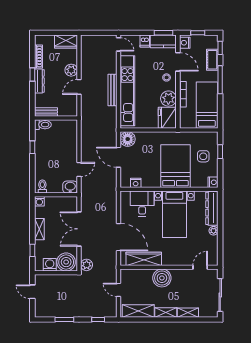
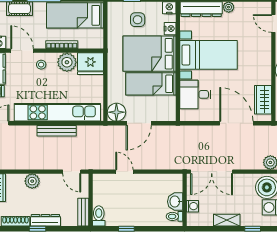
door: (178, 62) -> (22, 51), hinge flipped
door: (79, 87) -> (72, 172), moved
bed: (151, 167) -> (151, 84), added
door: (79, 170) -> (124, 172), moved
nightstand: (136, 183) -> (170, 29), moved
washbasin: (70, 187) -> (175, 202), moved
washing machine: (39, 201) -> (193, 206), moved
double door: (79, 229) -> (212, 172), moved
door: (119, 237) -> (236, 123), hinge flipped
wardrobe: (144, 259) -> (263, 100), width x0.67

